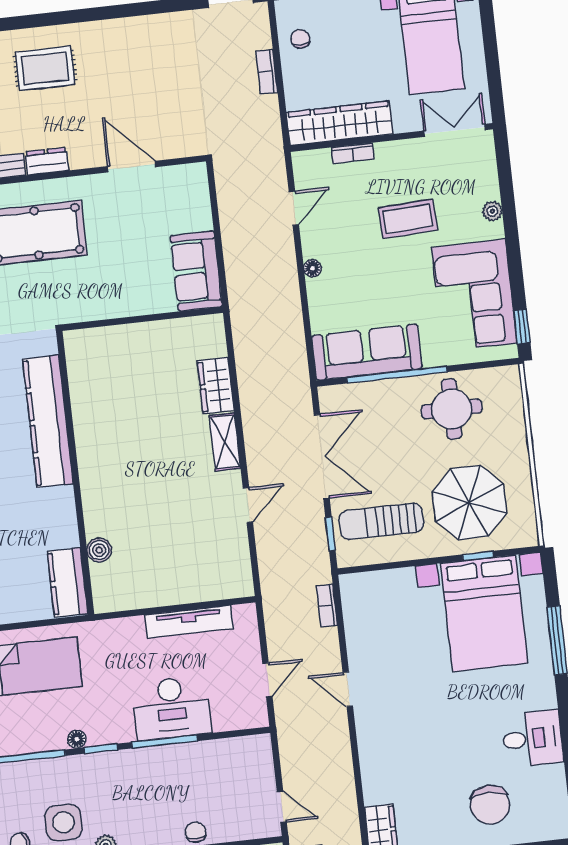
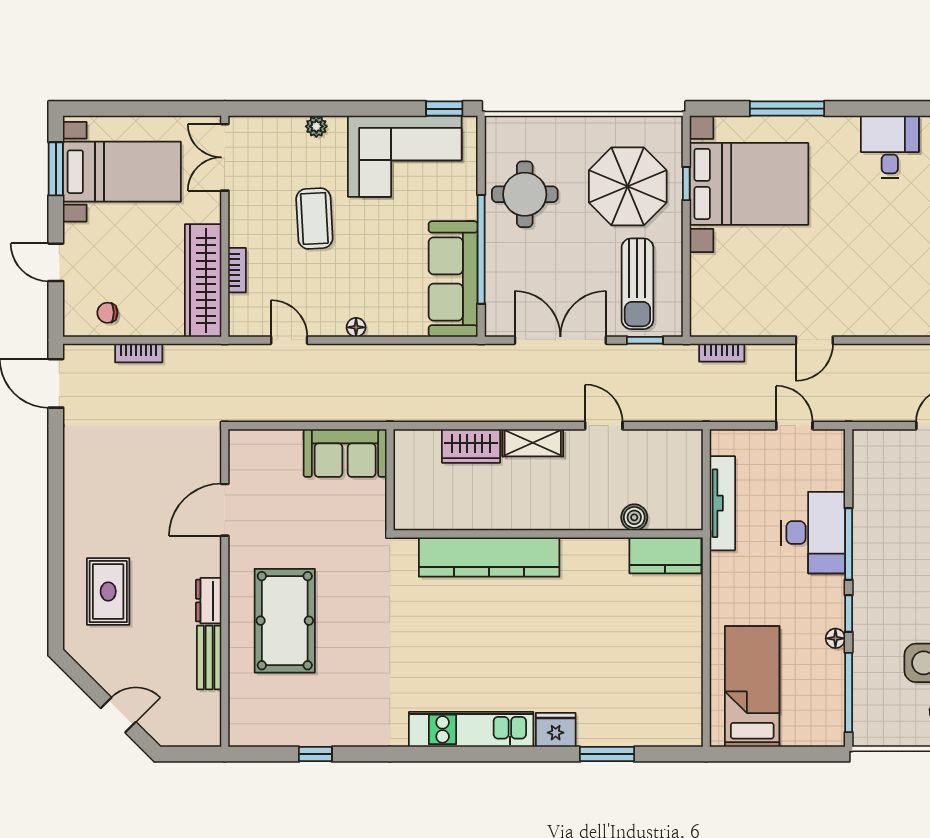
kitchen counter: (48, 421) -> (489, 557), moved
wall: (75, 473) -> (548, 534), moved
boiler: (99, 550) -> (634, 517), moved
kitchen counter: (68, 582) -> (665, 555), moved

